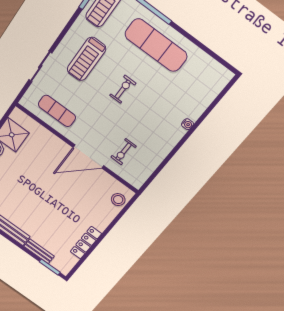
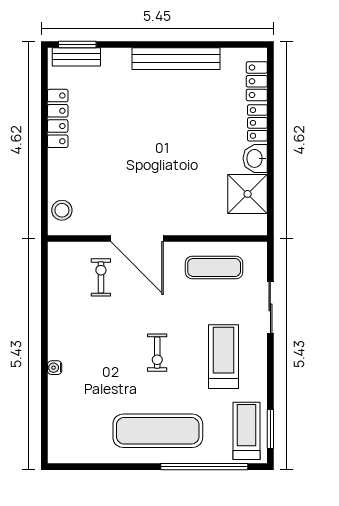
door: (88, 156) -> (137, 239), swing flipped
bench: (39, 251) -> (76, 57), moved

